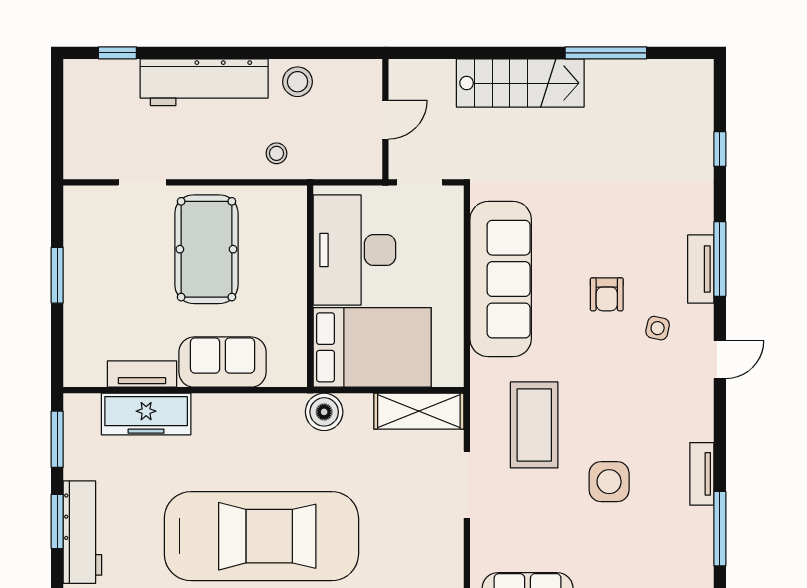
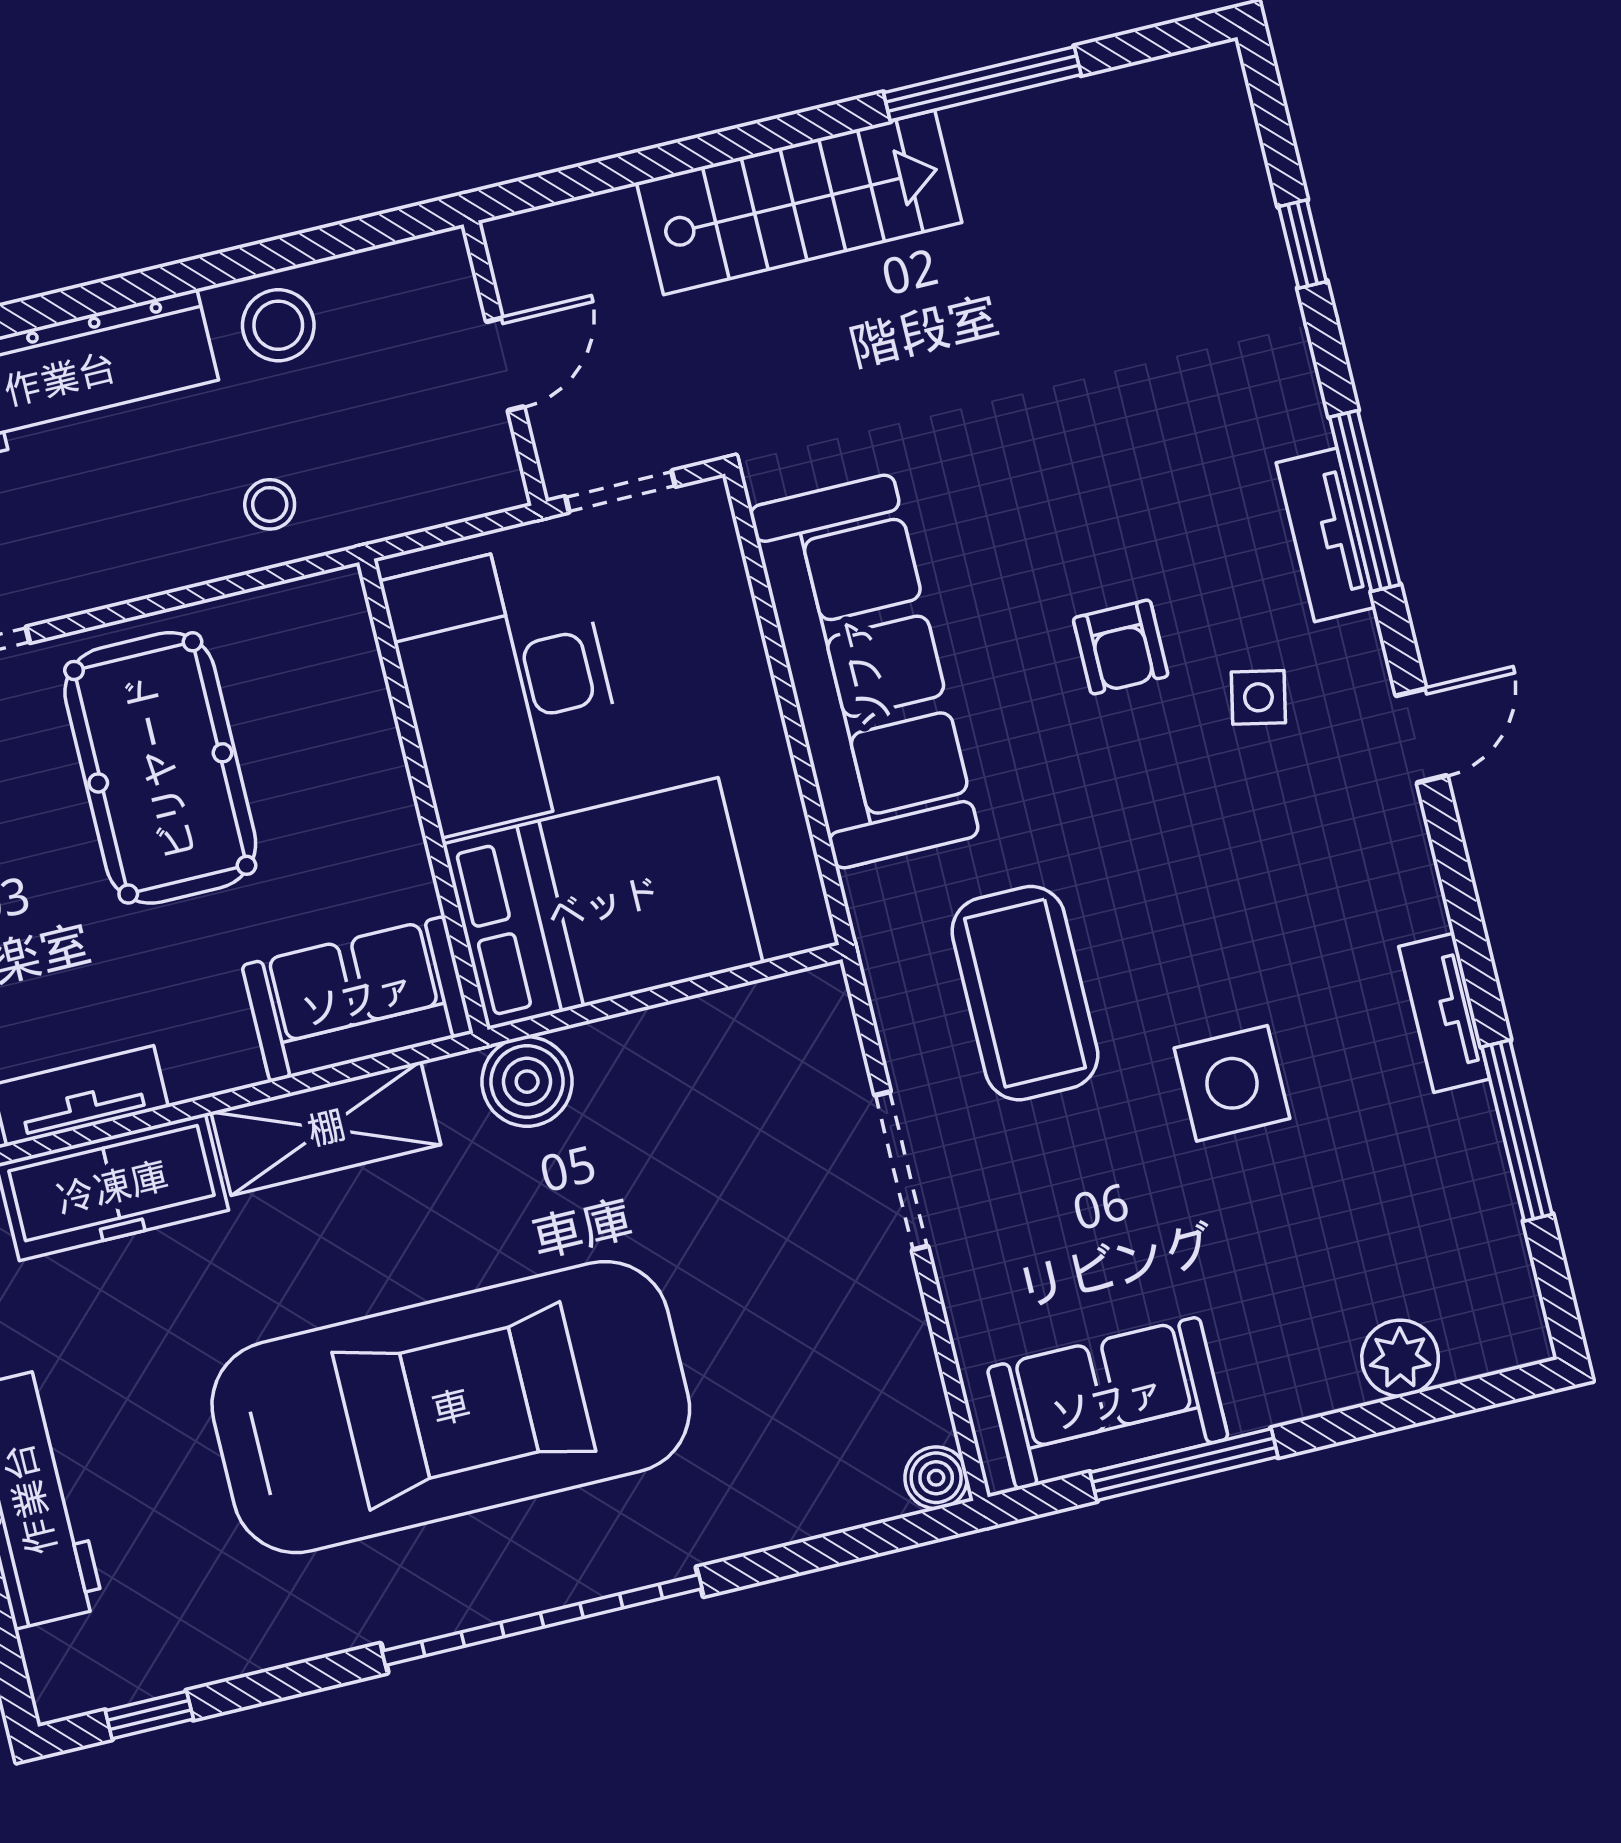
sofa: (222, 362) -> (358, 999), moved
shelving: (419, 411) -> (326, 1128), moved

